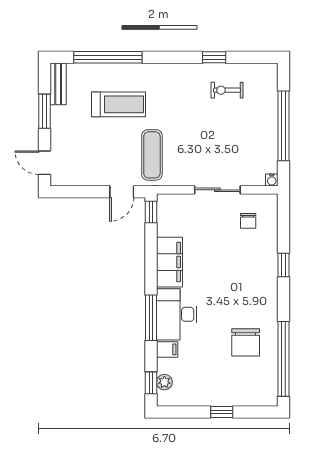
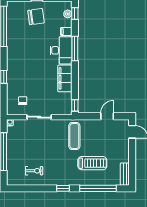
window: (214, 57) -> (63, 188), moved
treadmill: (119, 104) -> (92, 163), turned 180
window: (44, 111) -> (132, 159), removed
door: (122, 192) -> (107, 116), moved
chair: (246, 342) -> (36, 17), moved, turned 82

